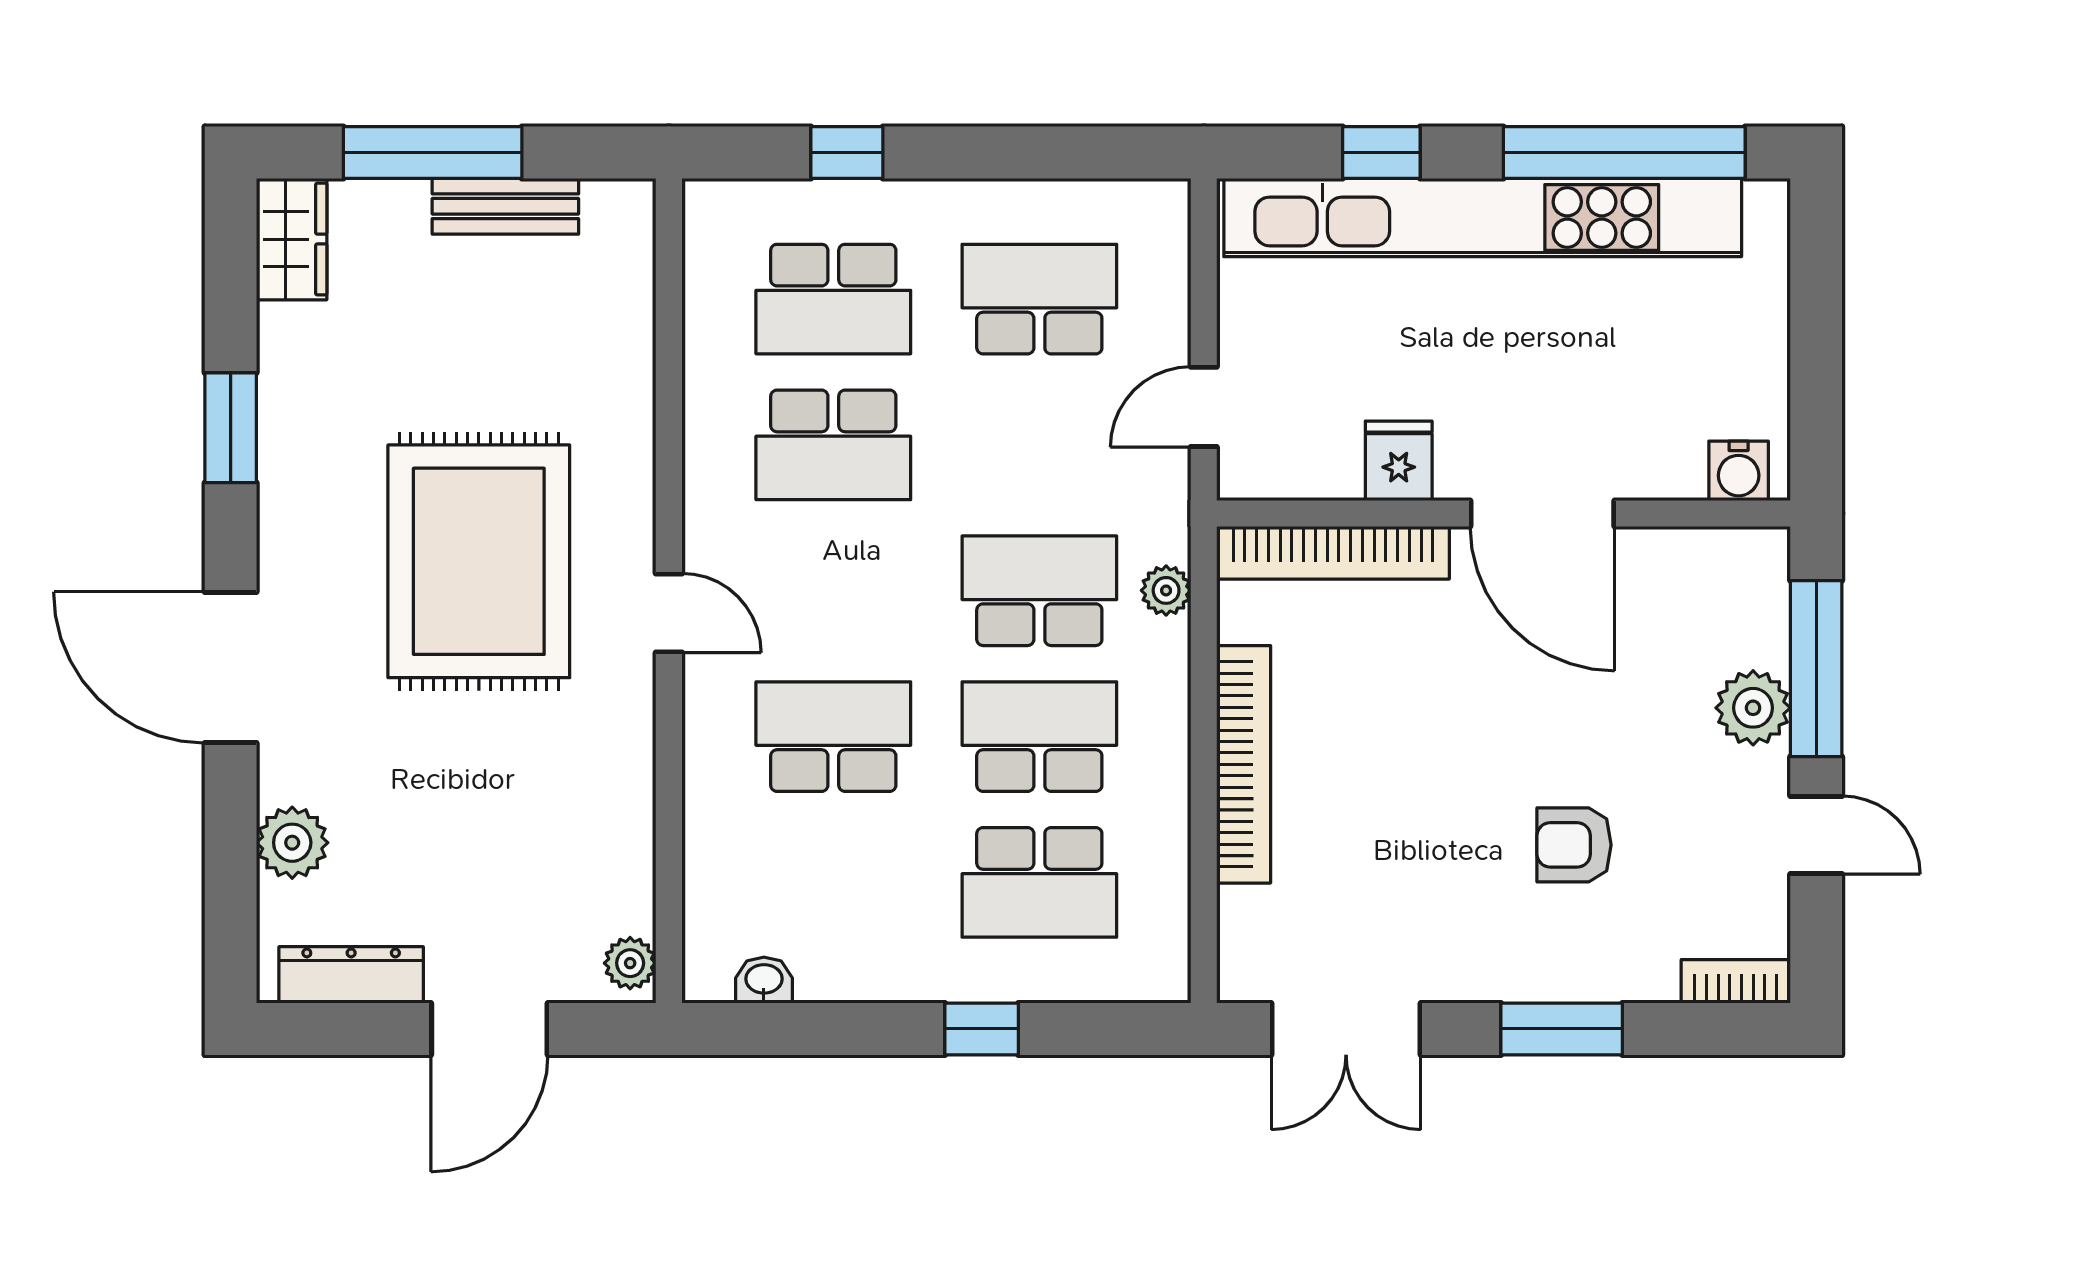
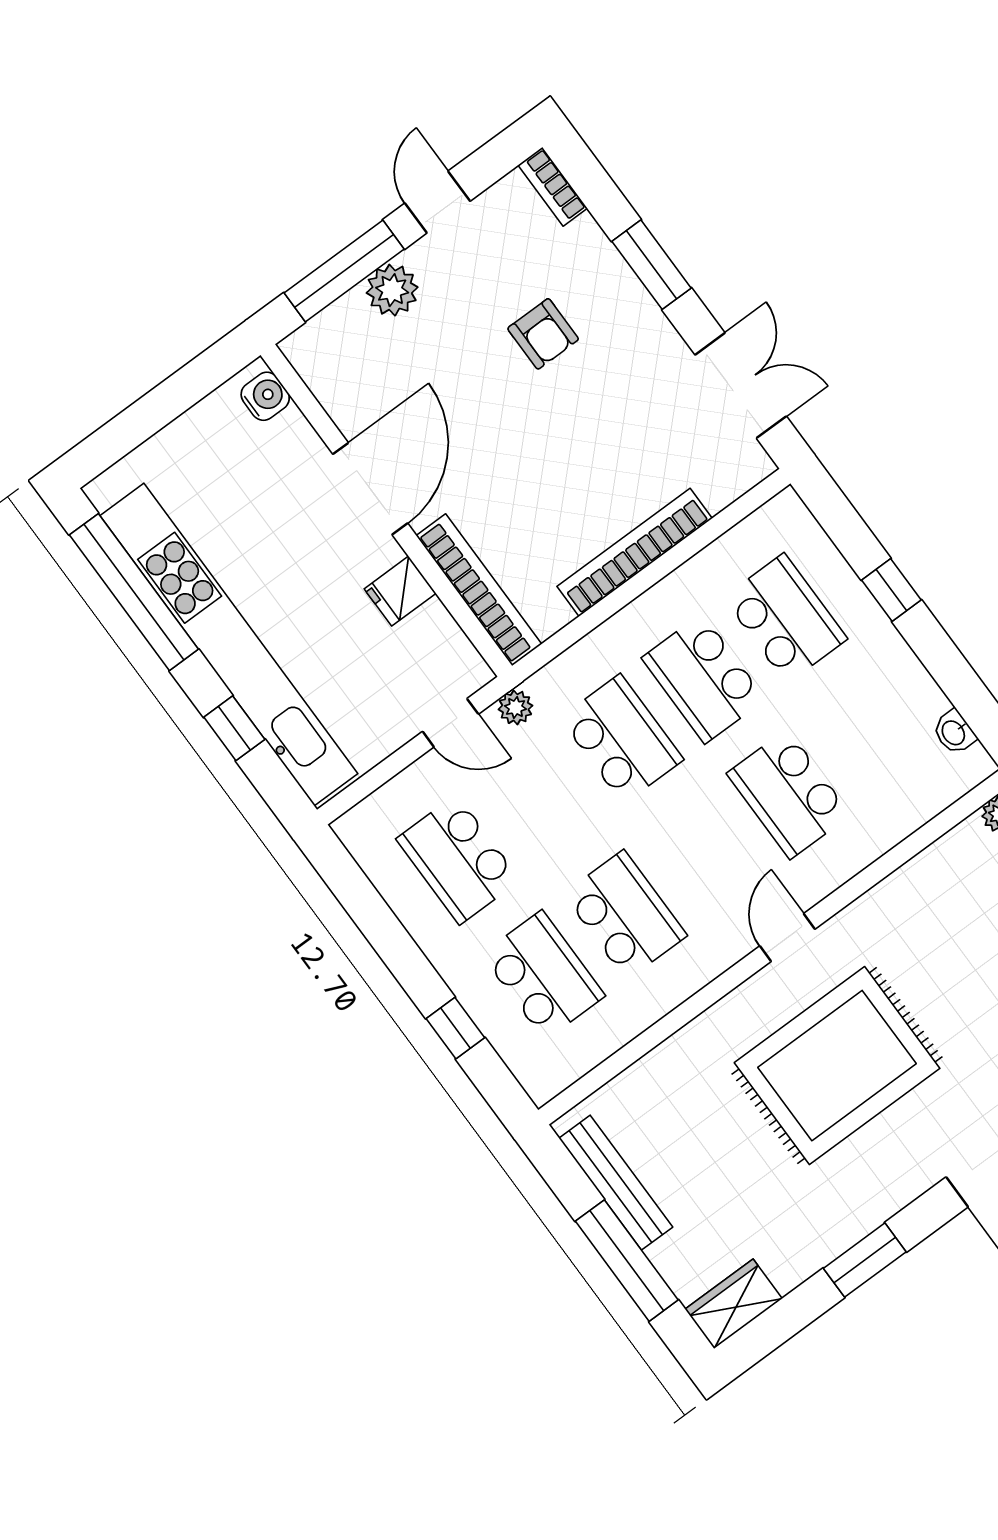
bench: (505, 206) -> (616, 1183), width x1.36
plant: (1166, 590) -> (515, 707), moved
school desk: (1039, 591) -> (622, 739), turned 180

